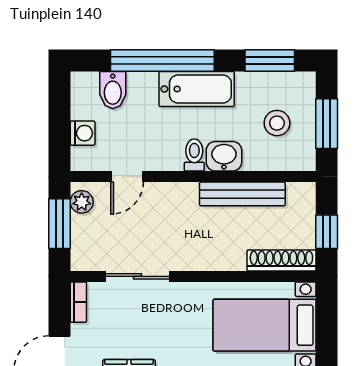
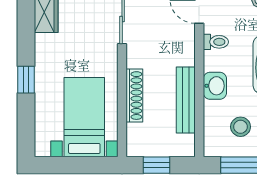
toilet: (194, 155) -> (216, 42), moved
shoe rack: (281, 260) -> (134, 96), moved

